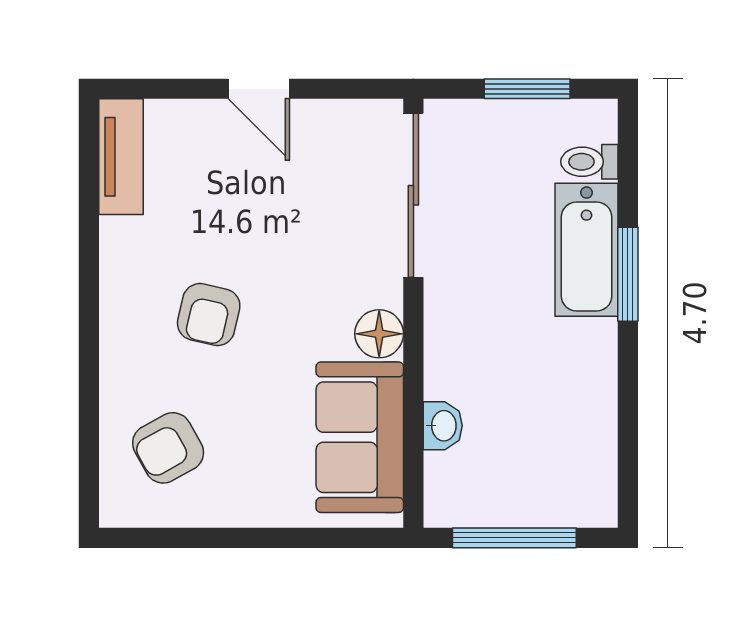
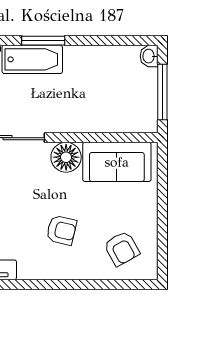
floor lamp: (379, 334) -> (66, 157), width x1.38, depth x1.38
washbasin: (443, 426) -> (149, 56), moved, turned -90

